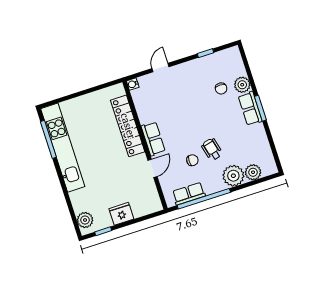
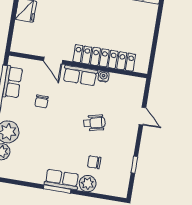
water cooler: (133, 84) -> (103, 76), moved
wheelchair: (212, 149) -> (94, 123), moved

